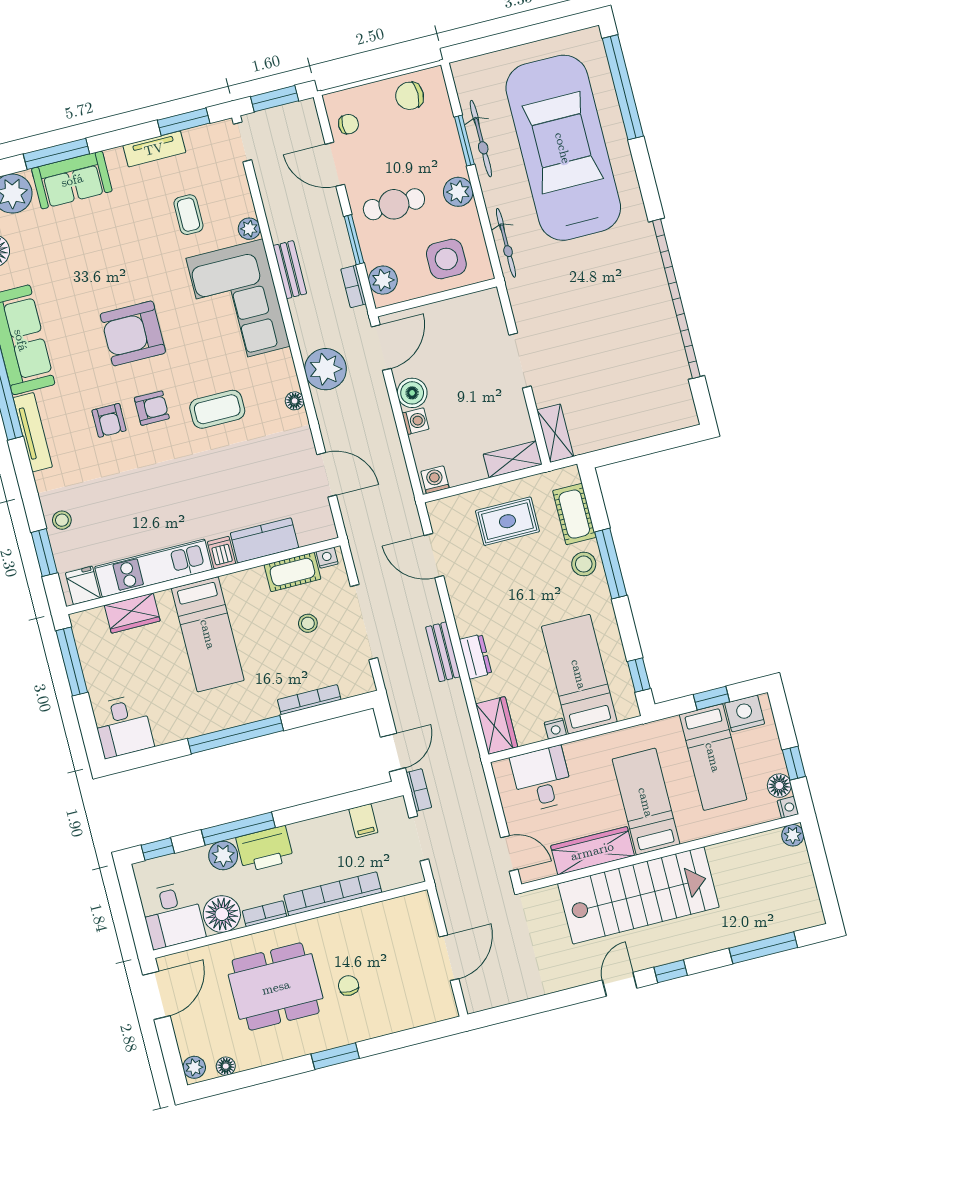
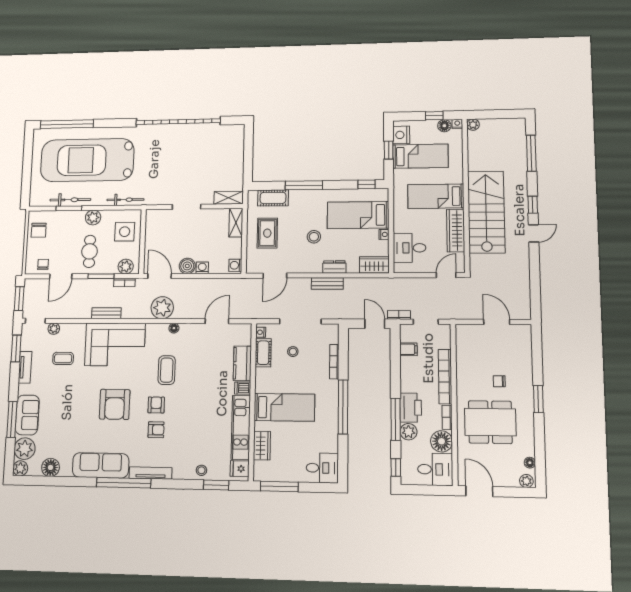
plant: (249, 229) -> (54, 329), moved
stool: (584, 564) -> (314, 237), moved
door: (620, 984) -> (534, 233), swing flipped
dining table: (276, 987) -> (490, 422), turned 90

